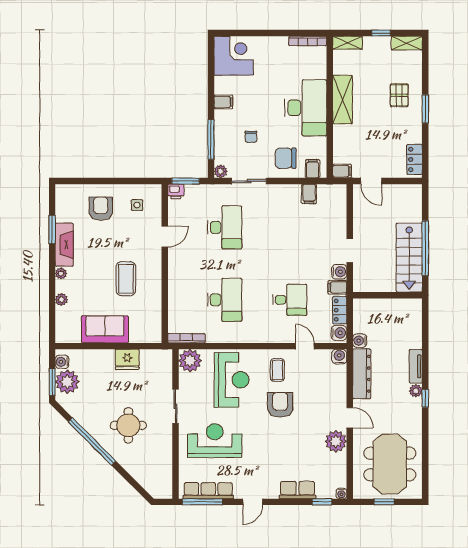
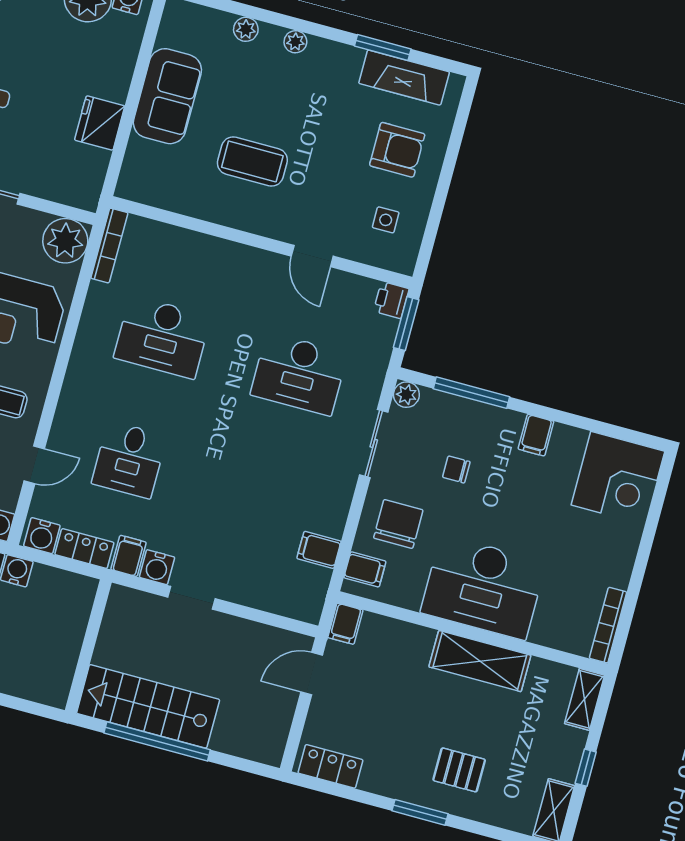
fireplace: (64, 245) -> (404, 78), moved

